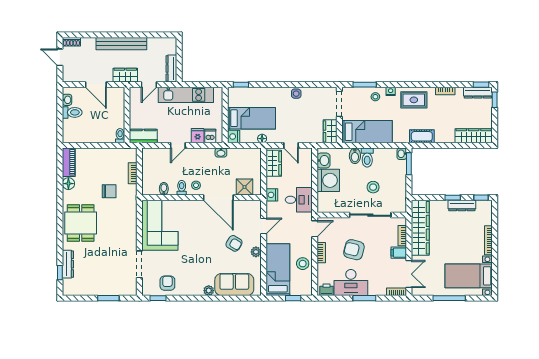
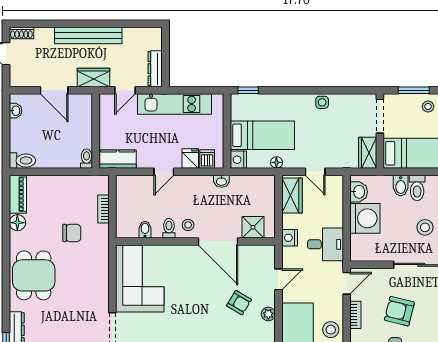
toilet: (72, 112) -> (22, 160), moved

